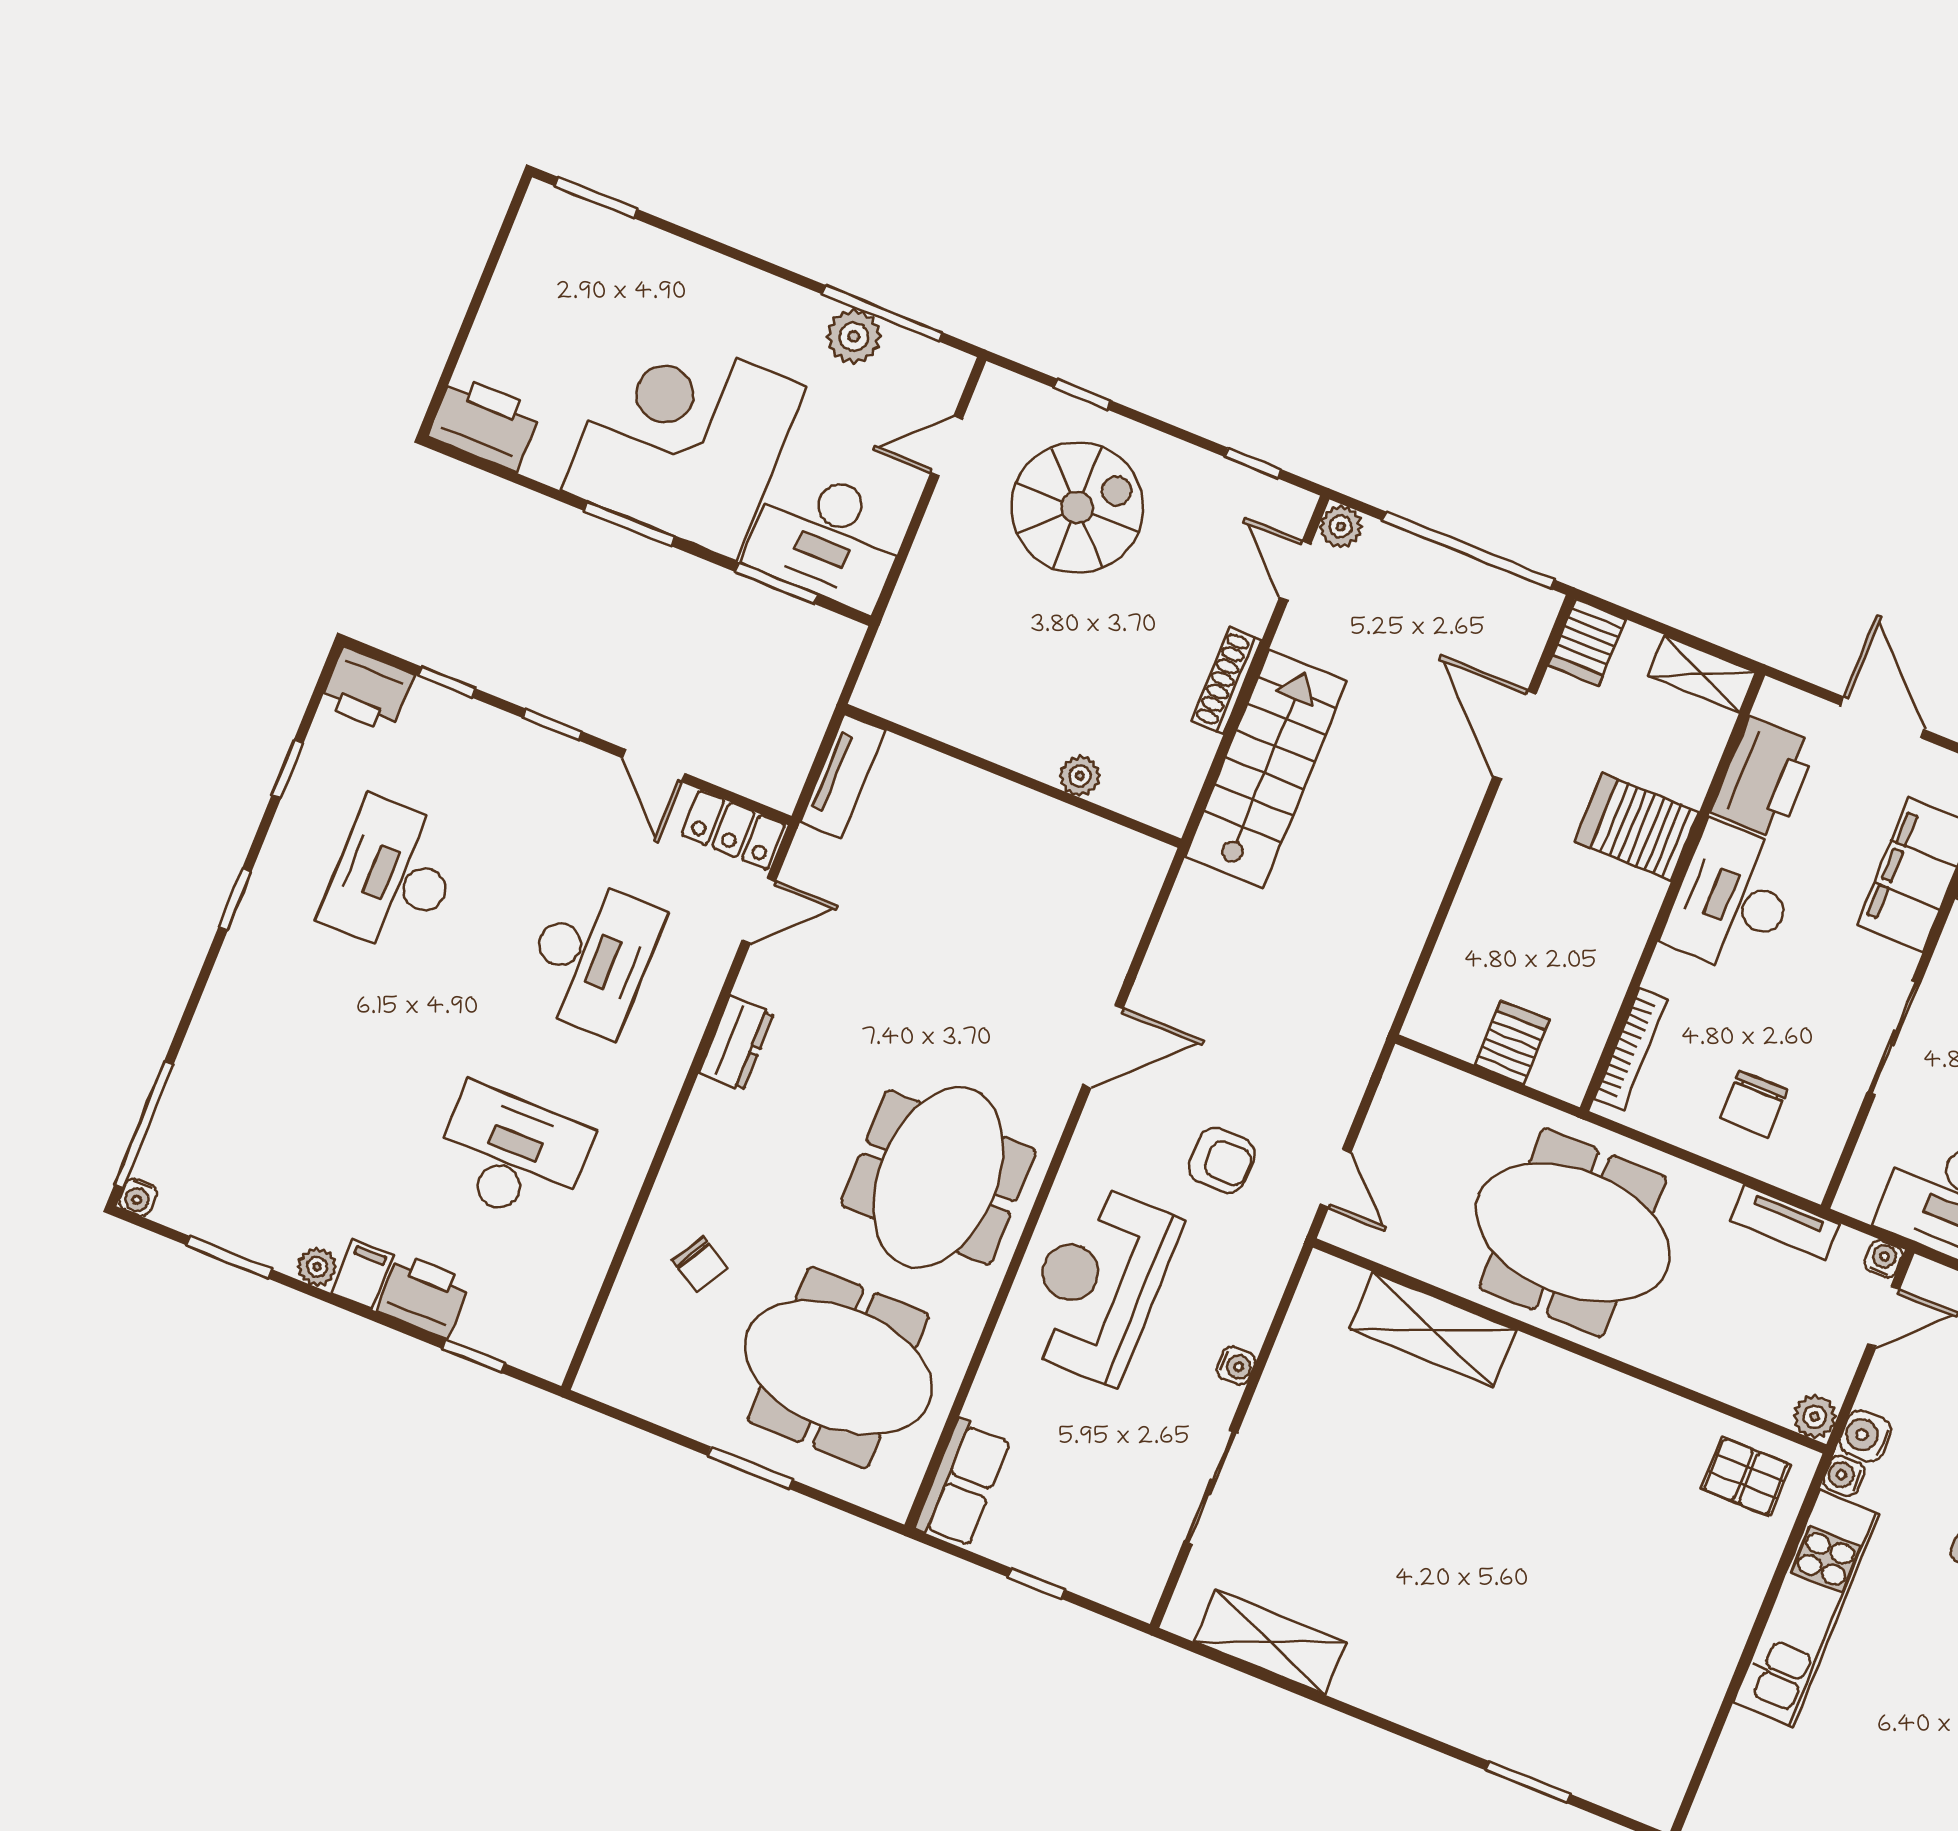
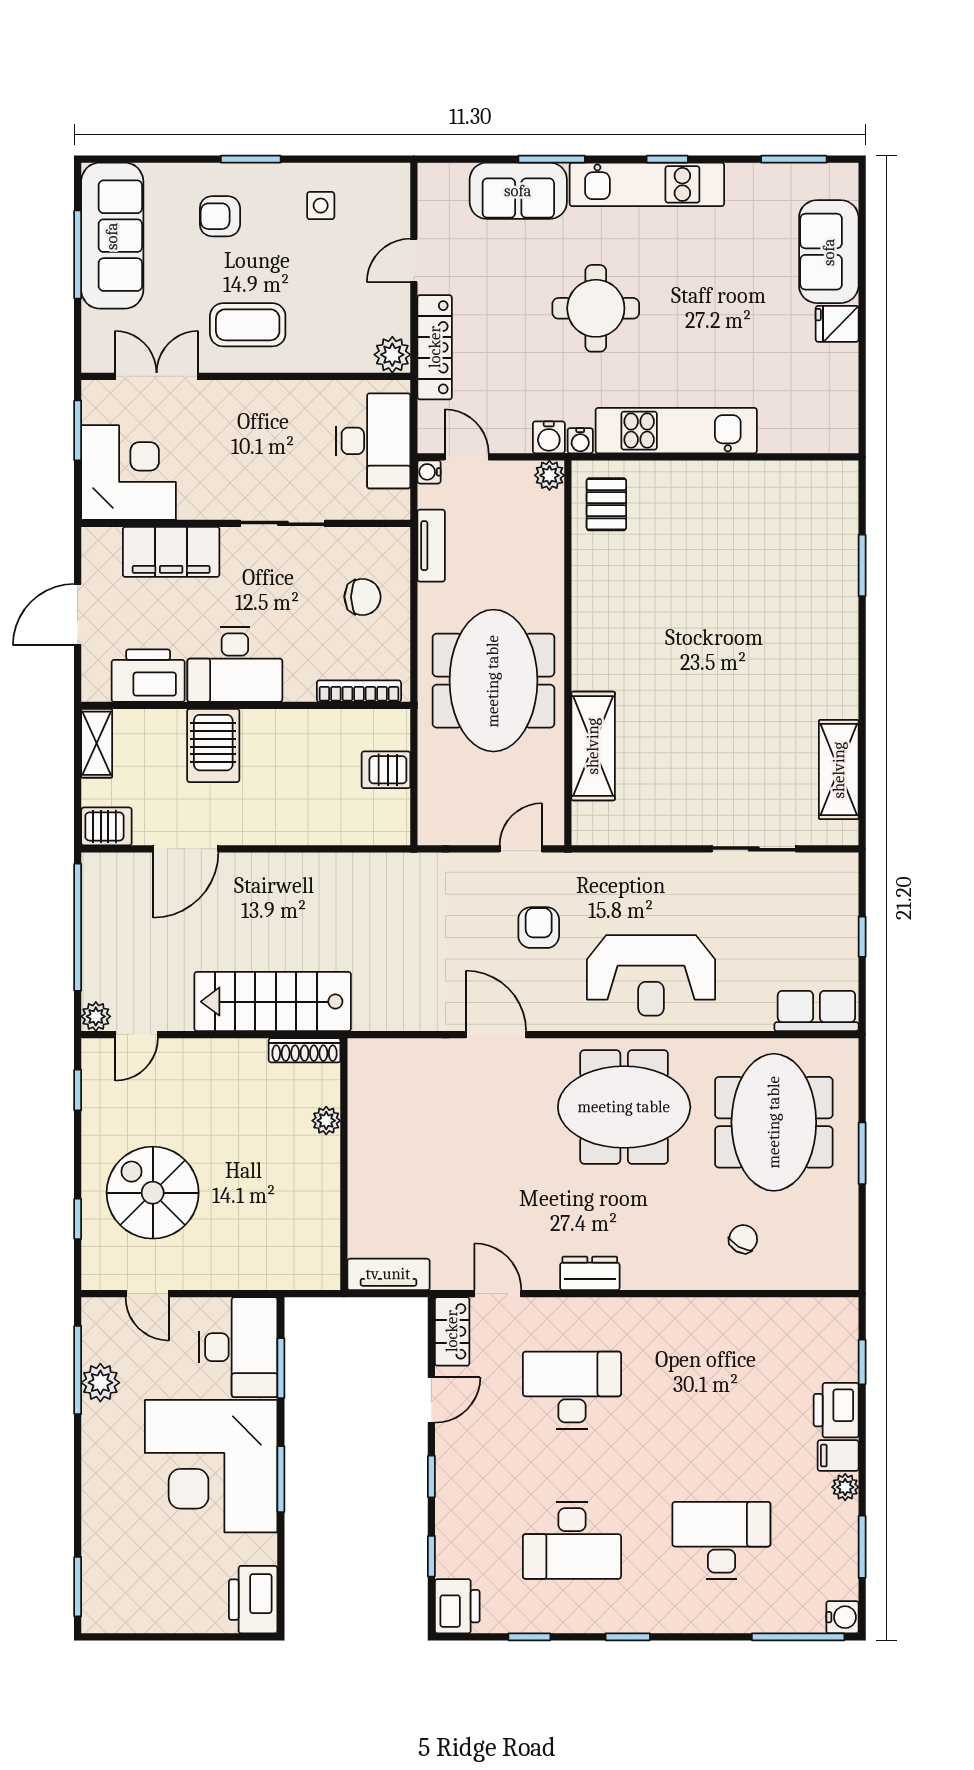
shoe rack: (1227, 681) -> (304, 1050), moved
desk: (512, 1155) -> (721, 1540), moved, turned 90
water cooler: (138, 1197) -> (842, 1617), width x1.38, depth x1.38
water cooler: (1236, 1366) -> (668, 864), removed

